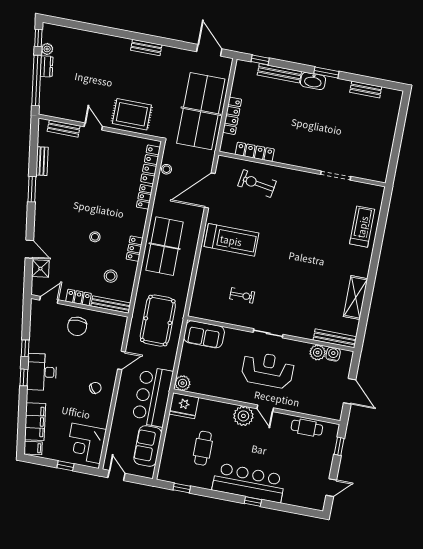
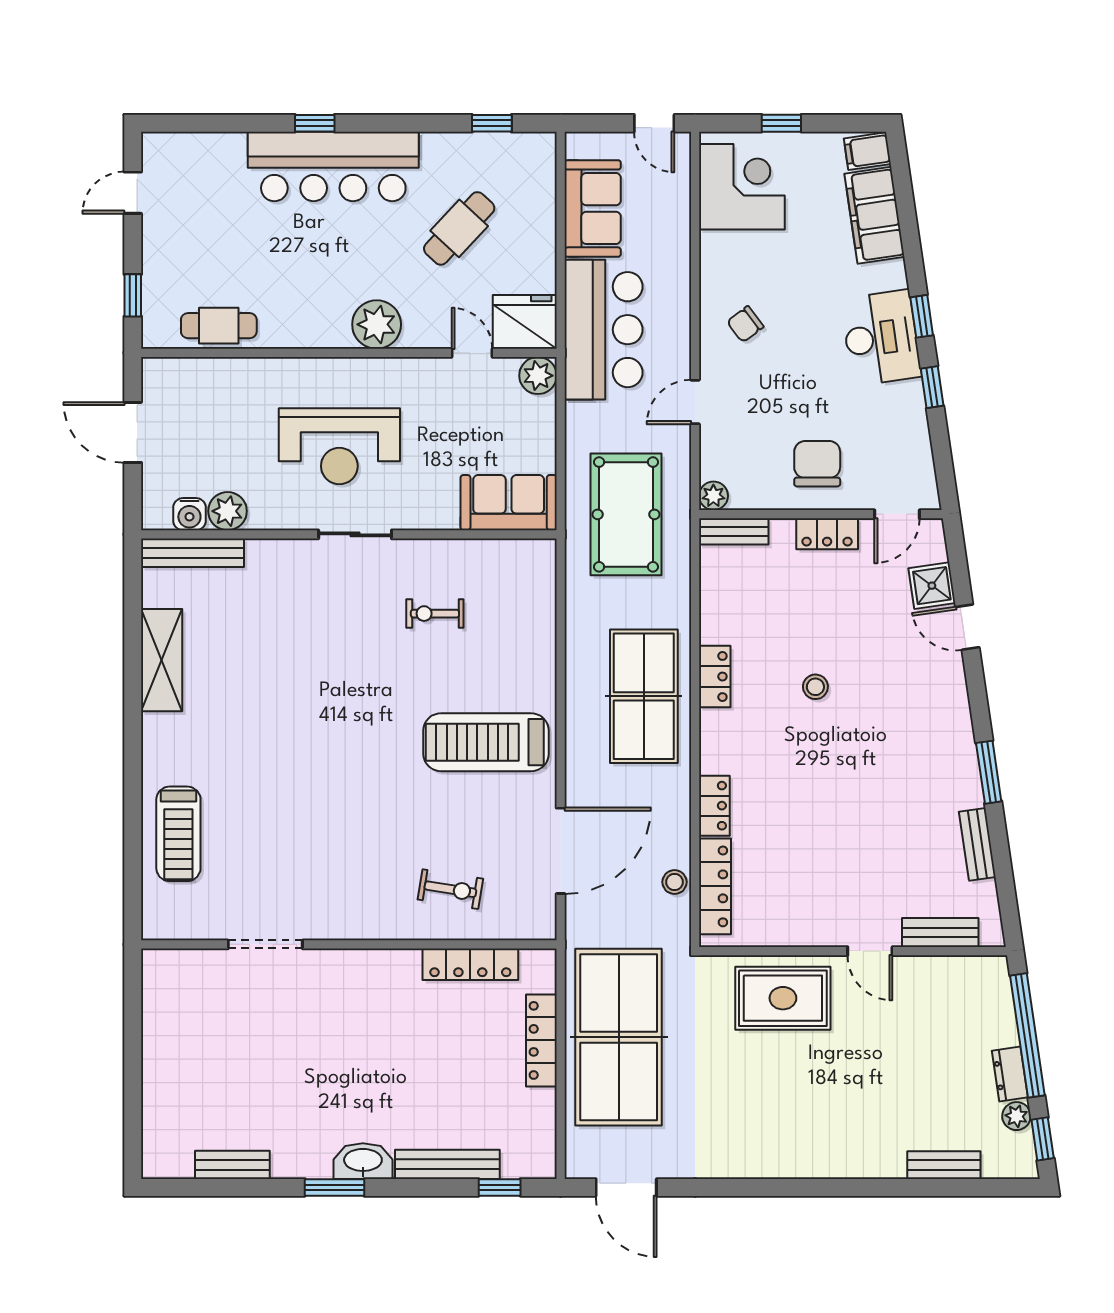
bench: (146, 48) -> (944, 1165), moved
exercise bike: (257, 184) -> (450, 889), width x0.73, depth x0.72
stool: (111, 276) -> (760, 600), removed
bench: (111, 305) -> (734, 531), width x0.73
plant: (121, 321) -> (713, 496), added
door: (265, 408) -> (472, 353), moved
cafe table: (203, 448) -> (459, 228), turned 43

